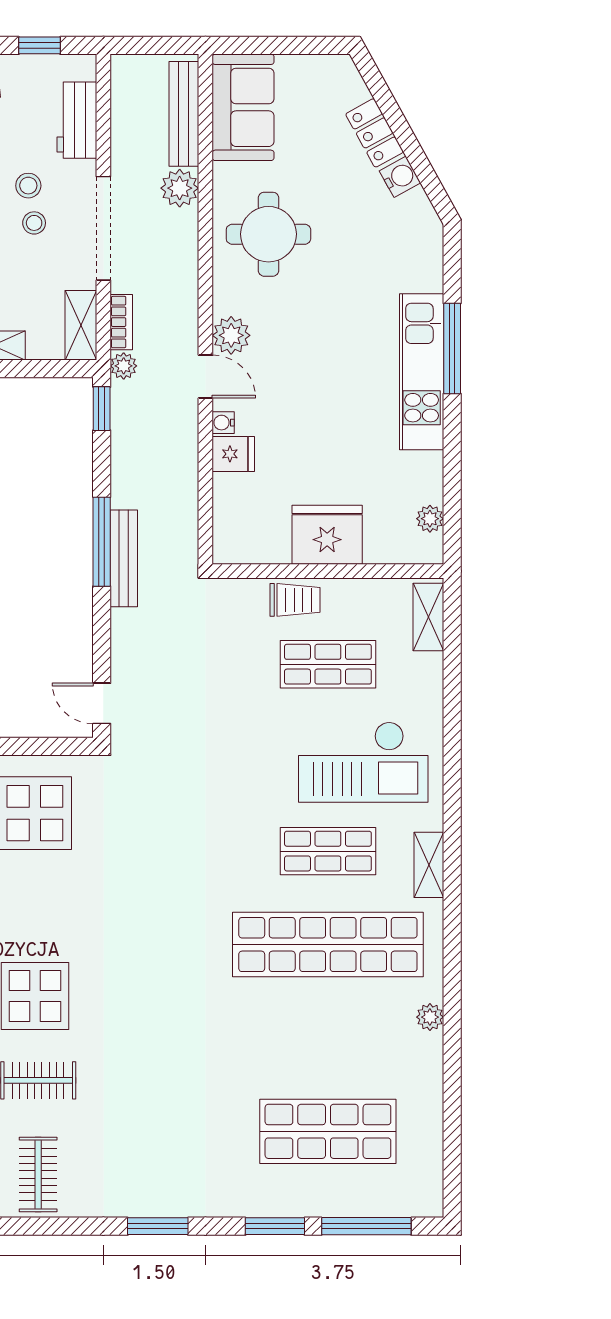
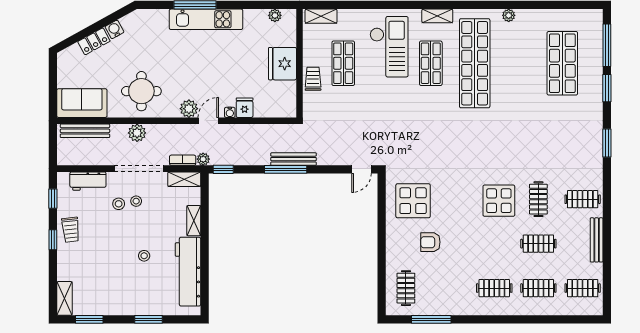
plant: (180, 188) -> (137, 133), moved

